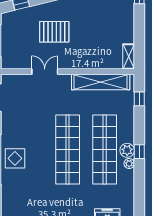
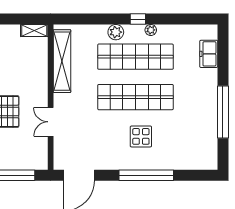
window: (139, 99) -> (80, 19), removed
plant: (127, 150) -> (116, 32), moved
display table: (15, 158) -> (141, 136), moved

